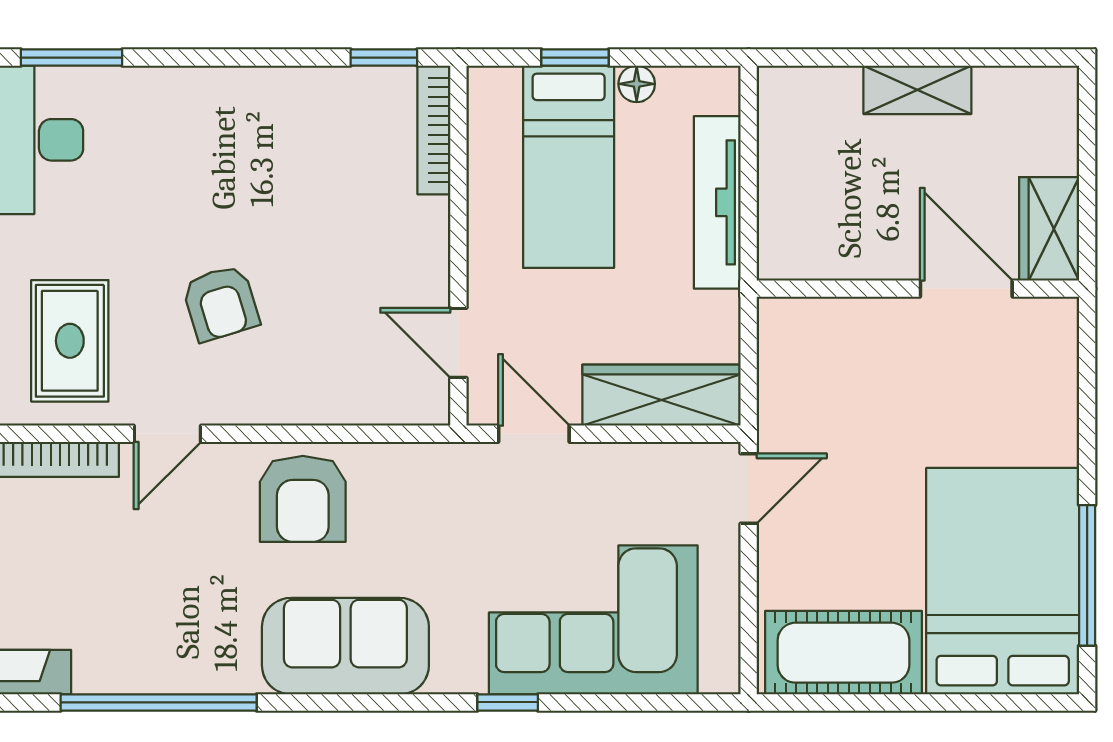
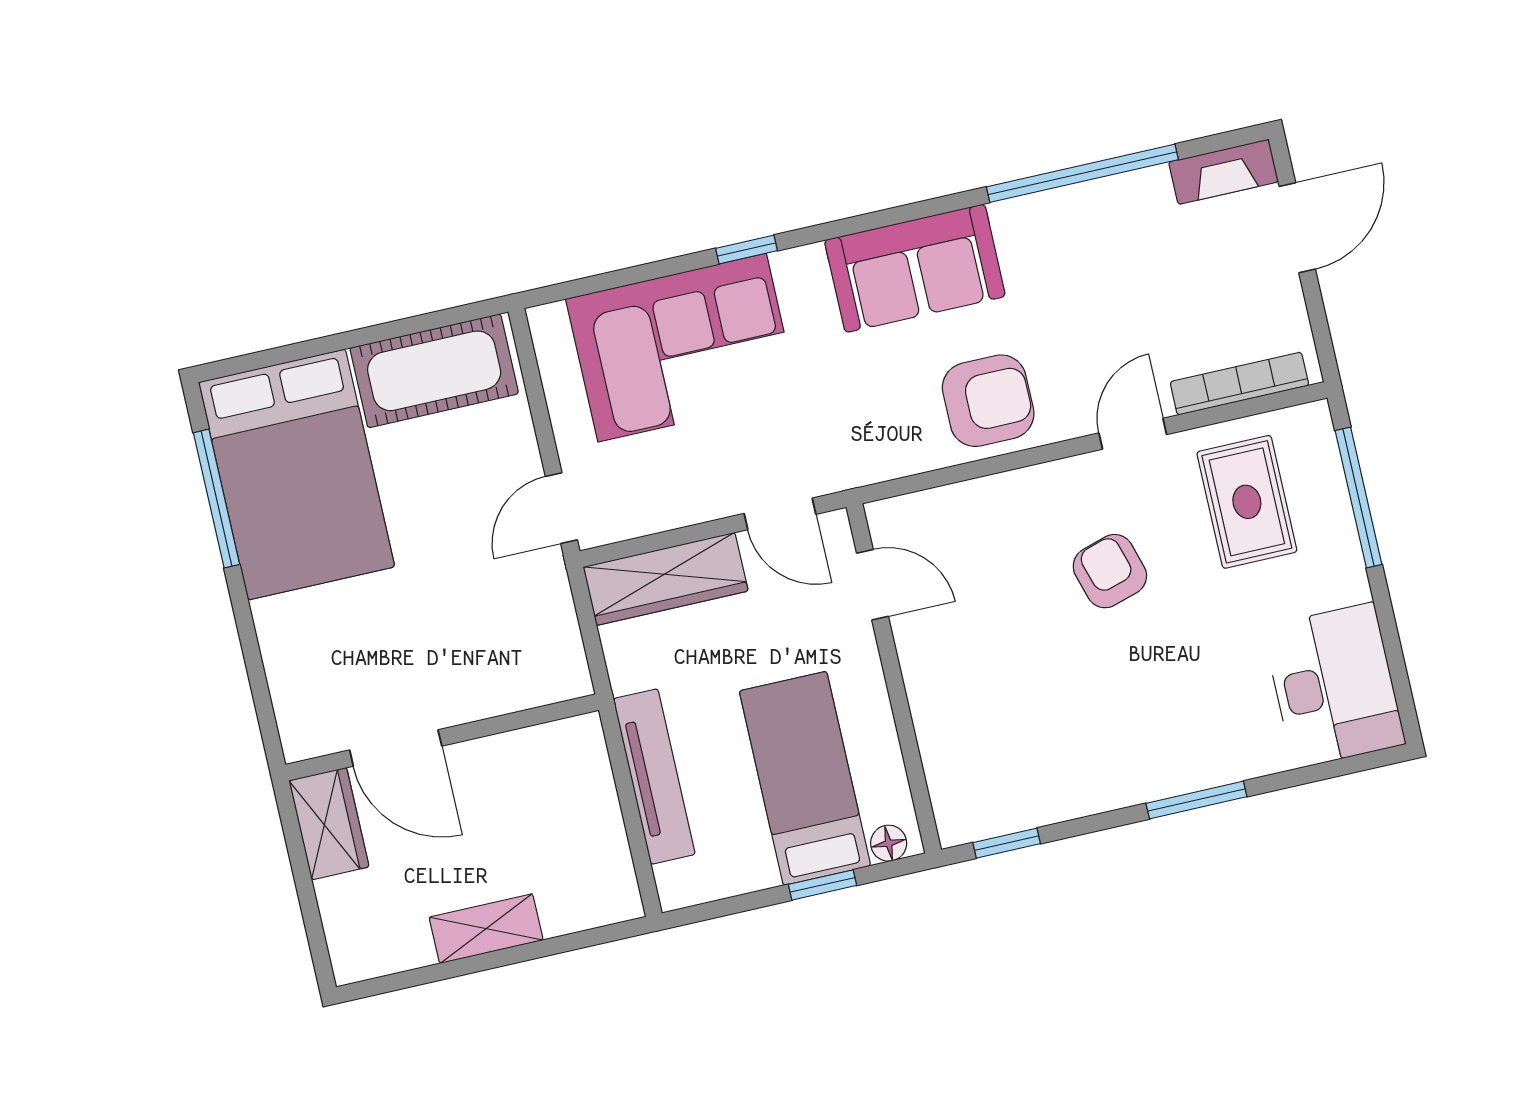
window: (72, 58) -> (1196, 800), moved
floor lamp: (637, 84) -> (889, 843), moved
bookcase: (434, 130) -> (943, 784), removed
armchair: (303, 499) -> (988, 401), turned 90

